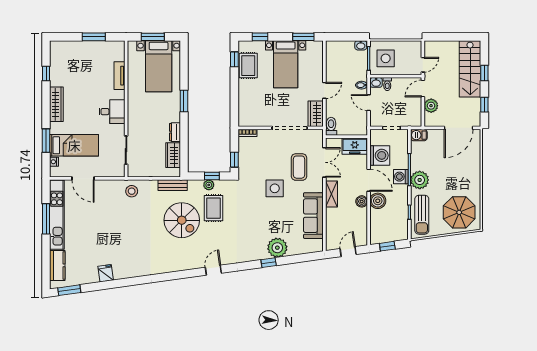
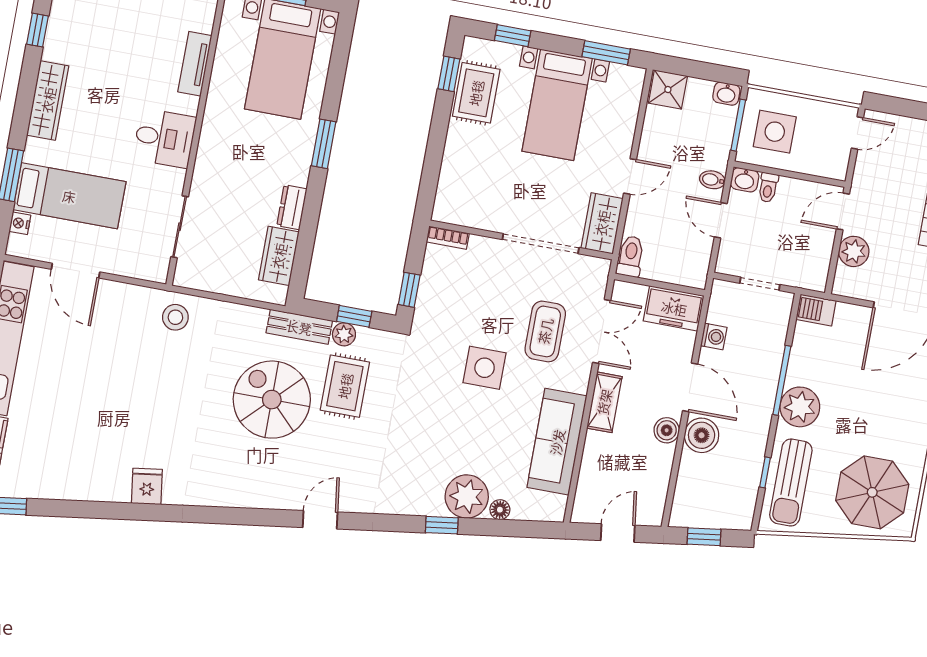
shower: (334, 48) -> (668, 90), added
door: (423, 65) -> (857, 133), moved
washing machine: (380, 155) -> (714, 336), width x0.53, depth x0.53
washing machine: (401, 177) -> (761, 392), removed
bench: (173, 185) -> (299, 327), moved
spiral stairs: (182, 220) -> (272, 400), turned 180
floor lamp: (293, 251) -> (500, 510), added
fridge: (106, 273) -> (147, 486), moved

